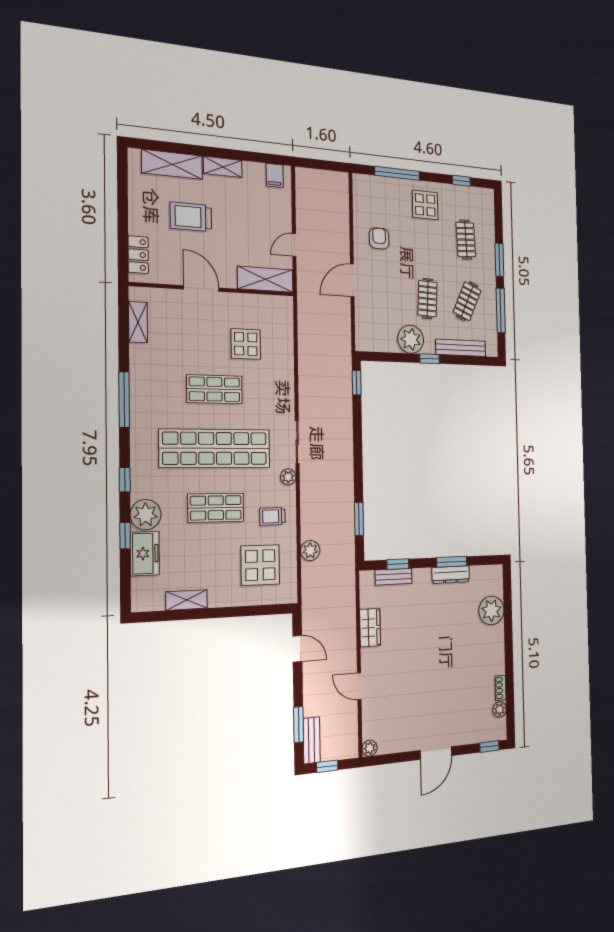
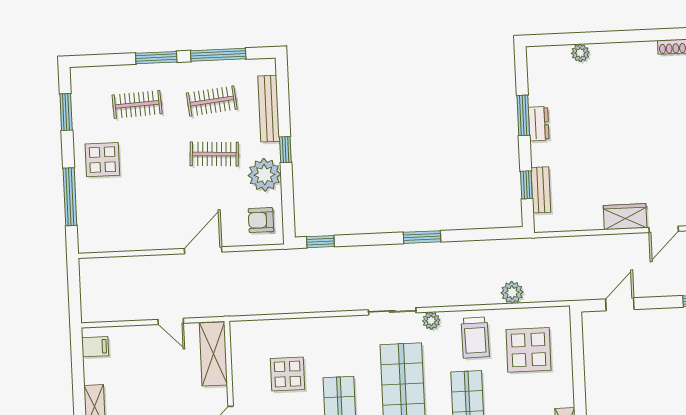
window: (461, 181) -> (66, 112), width x1.50
armchair: (379, 238) -> (261, 220), moved
door: (352, 280) -> (203, 250), swing flipped
clothes rail: (467, 301) -> (212, 101), turned -30
trolley: (272, 516) -> (475, 338), width x1.36, depth x1.39
window: (359, 519) -> (422, 237), moved
dresser: (451, 575) -> (539, 124), width x0.70
plant: (491, 610) -> (580, 53), width x0.53, depth x0.53
wardrobe: (370, 628) -> (625, 217), moved

